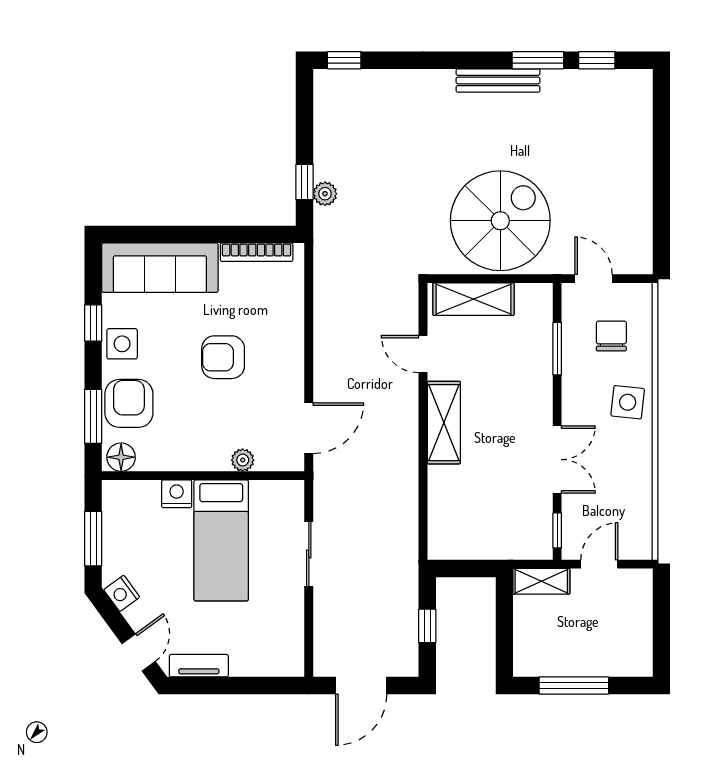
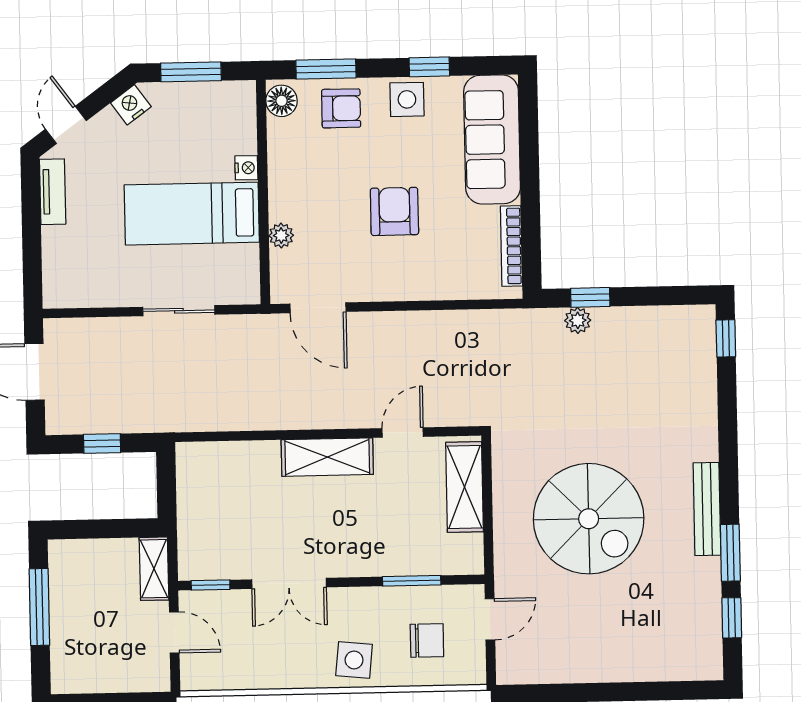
spiral stairs: (500, 221) -> (589, 519), moved
armchair: (129, 403) -> (341, 108), width x0.72, depth x0.72
nightstand: (177, 494) -> (246, 168), width x0.72, depth x0.74
door: (139, 652) -> (66, 125), swing flipped

